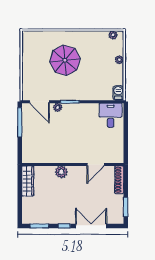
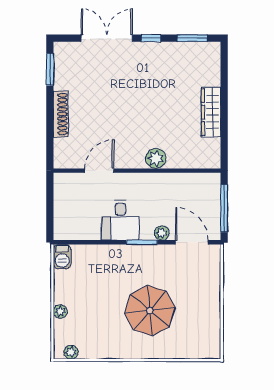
desk: (111, 115) -> (120, 220), moved
wall: (73, 164) -> (137, 171), moved
door: (96, 164) -> (99, 171), moved
plant: (61, 172) -> (156, 158), moved
double door: (91, 226) -> (107, 38), swing flipped

